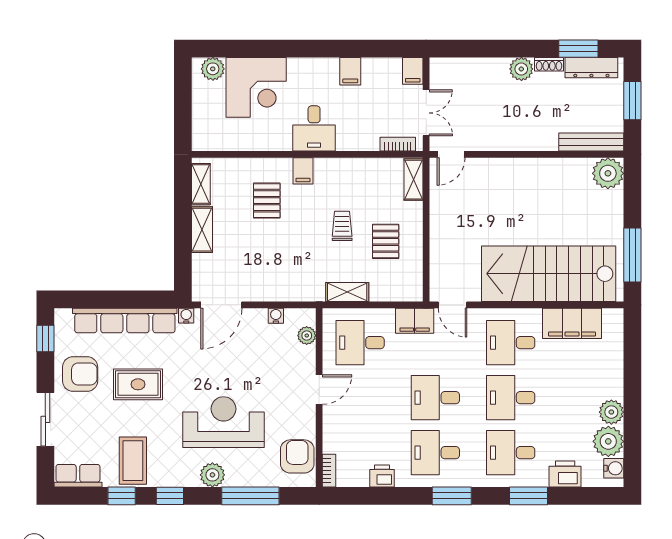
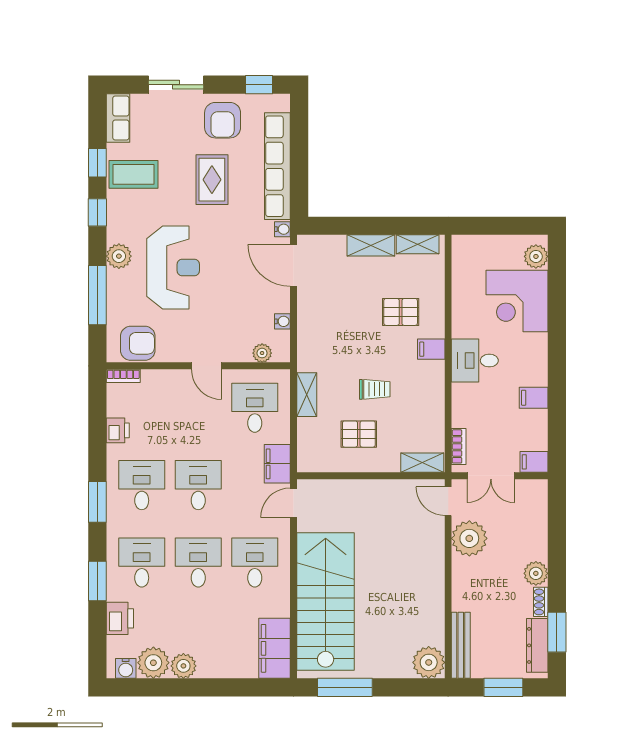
plant: (487, 134) -> (469, 538), added
filing cabinet: (572, 323) -> (274, 648), moved

